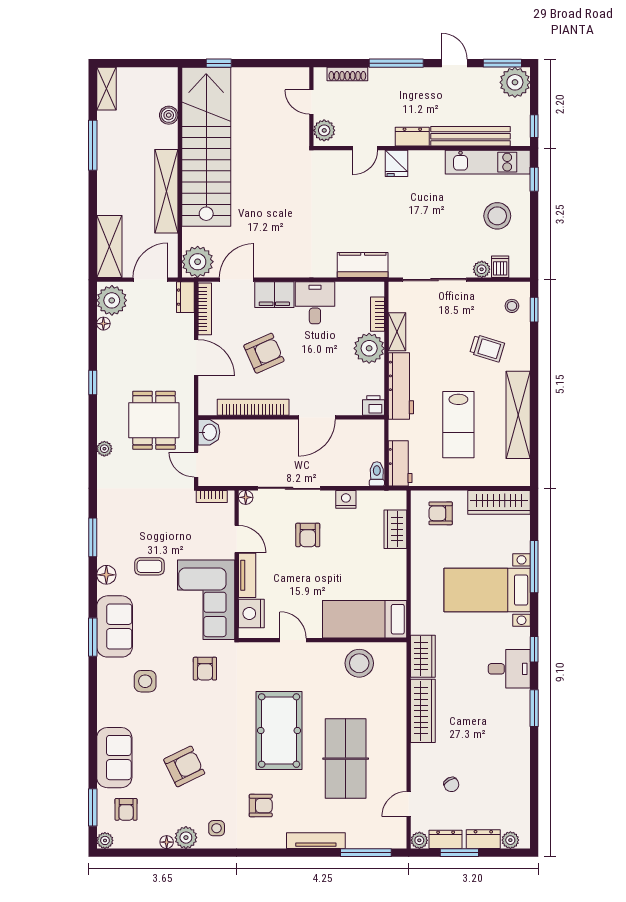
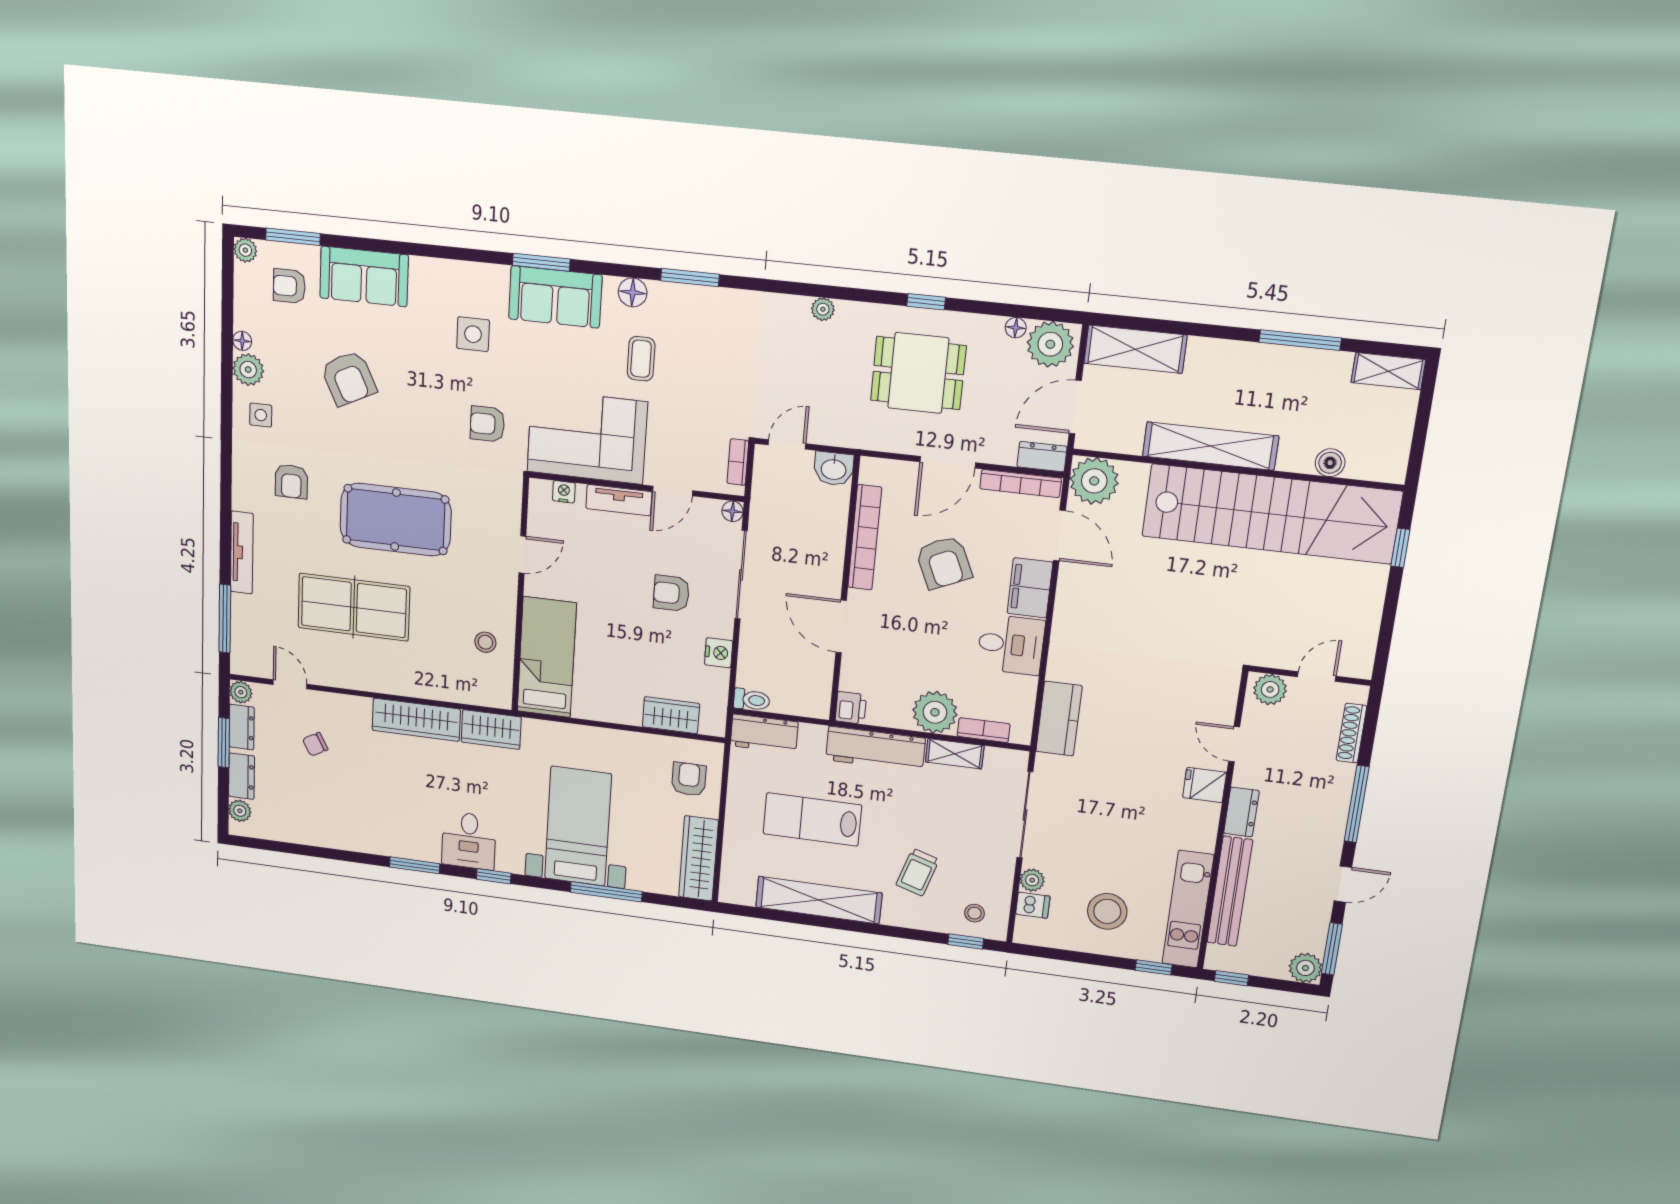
plant: (515, 82) -> (1305, 968), width x0.73, depth x0.73
door: (151, 280) -> (1075, 407), swing flipped
dining table: (154, 420) -> (918, 373), moved
nightstand: (251, 614) -> (564, 492), width x0.53, depth x0.56
stool: (359, 663) -> (485, 642), width x0.53, depth x0.53

